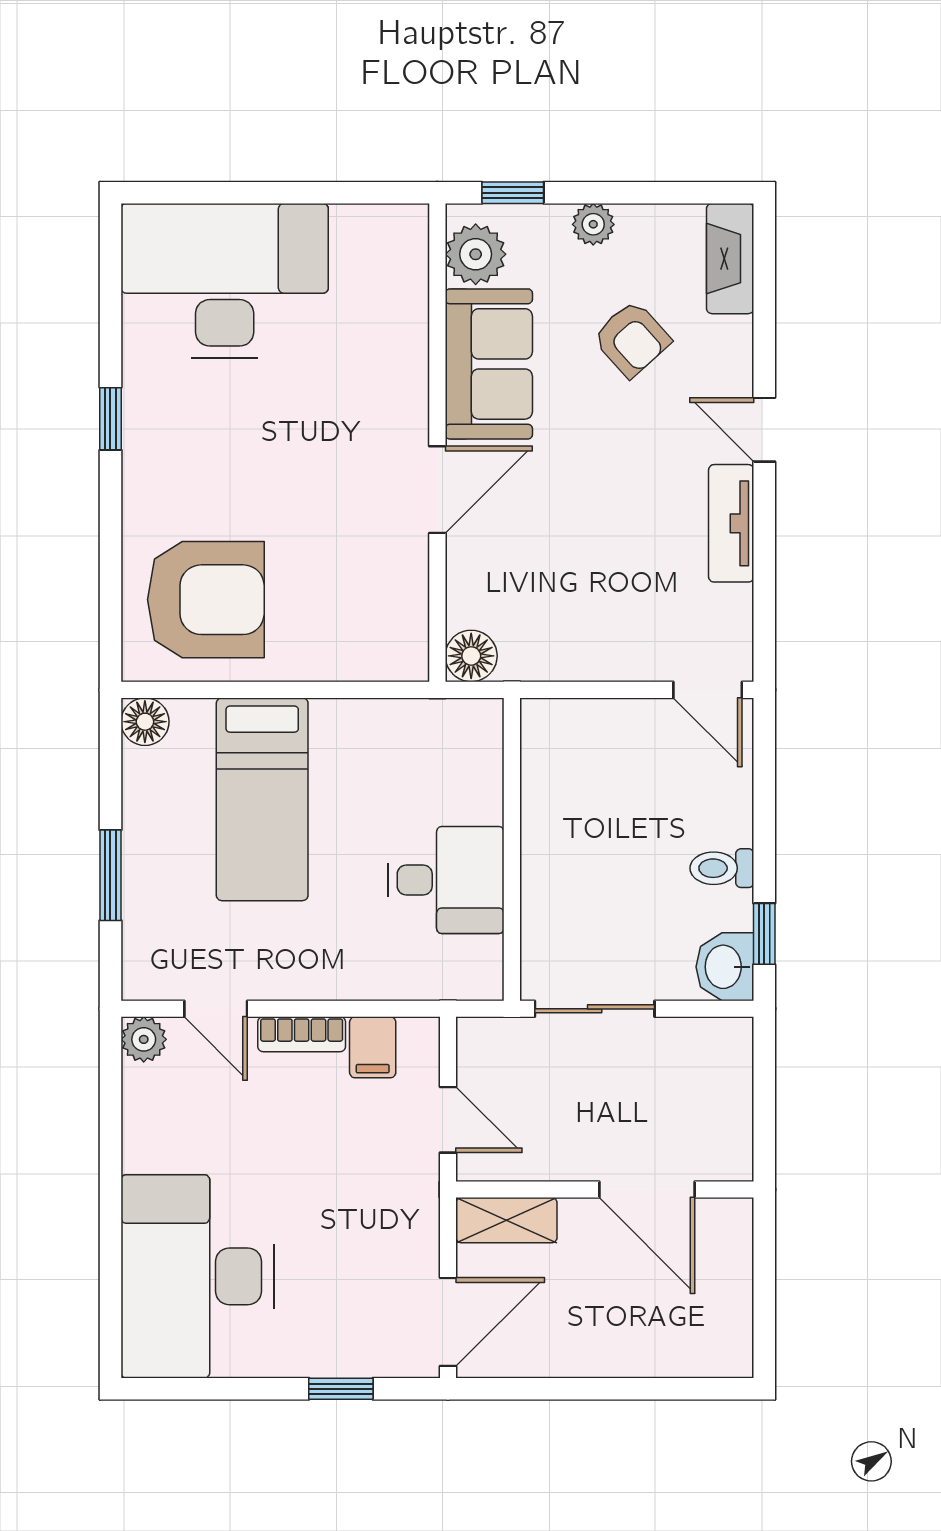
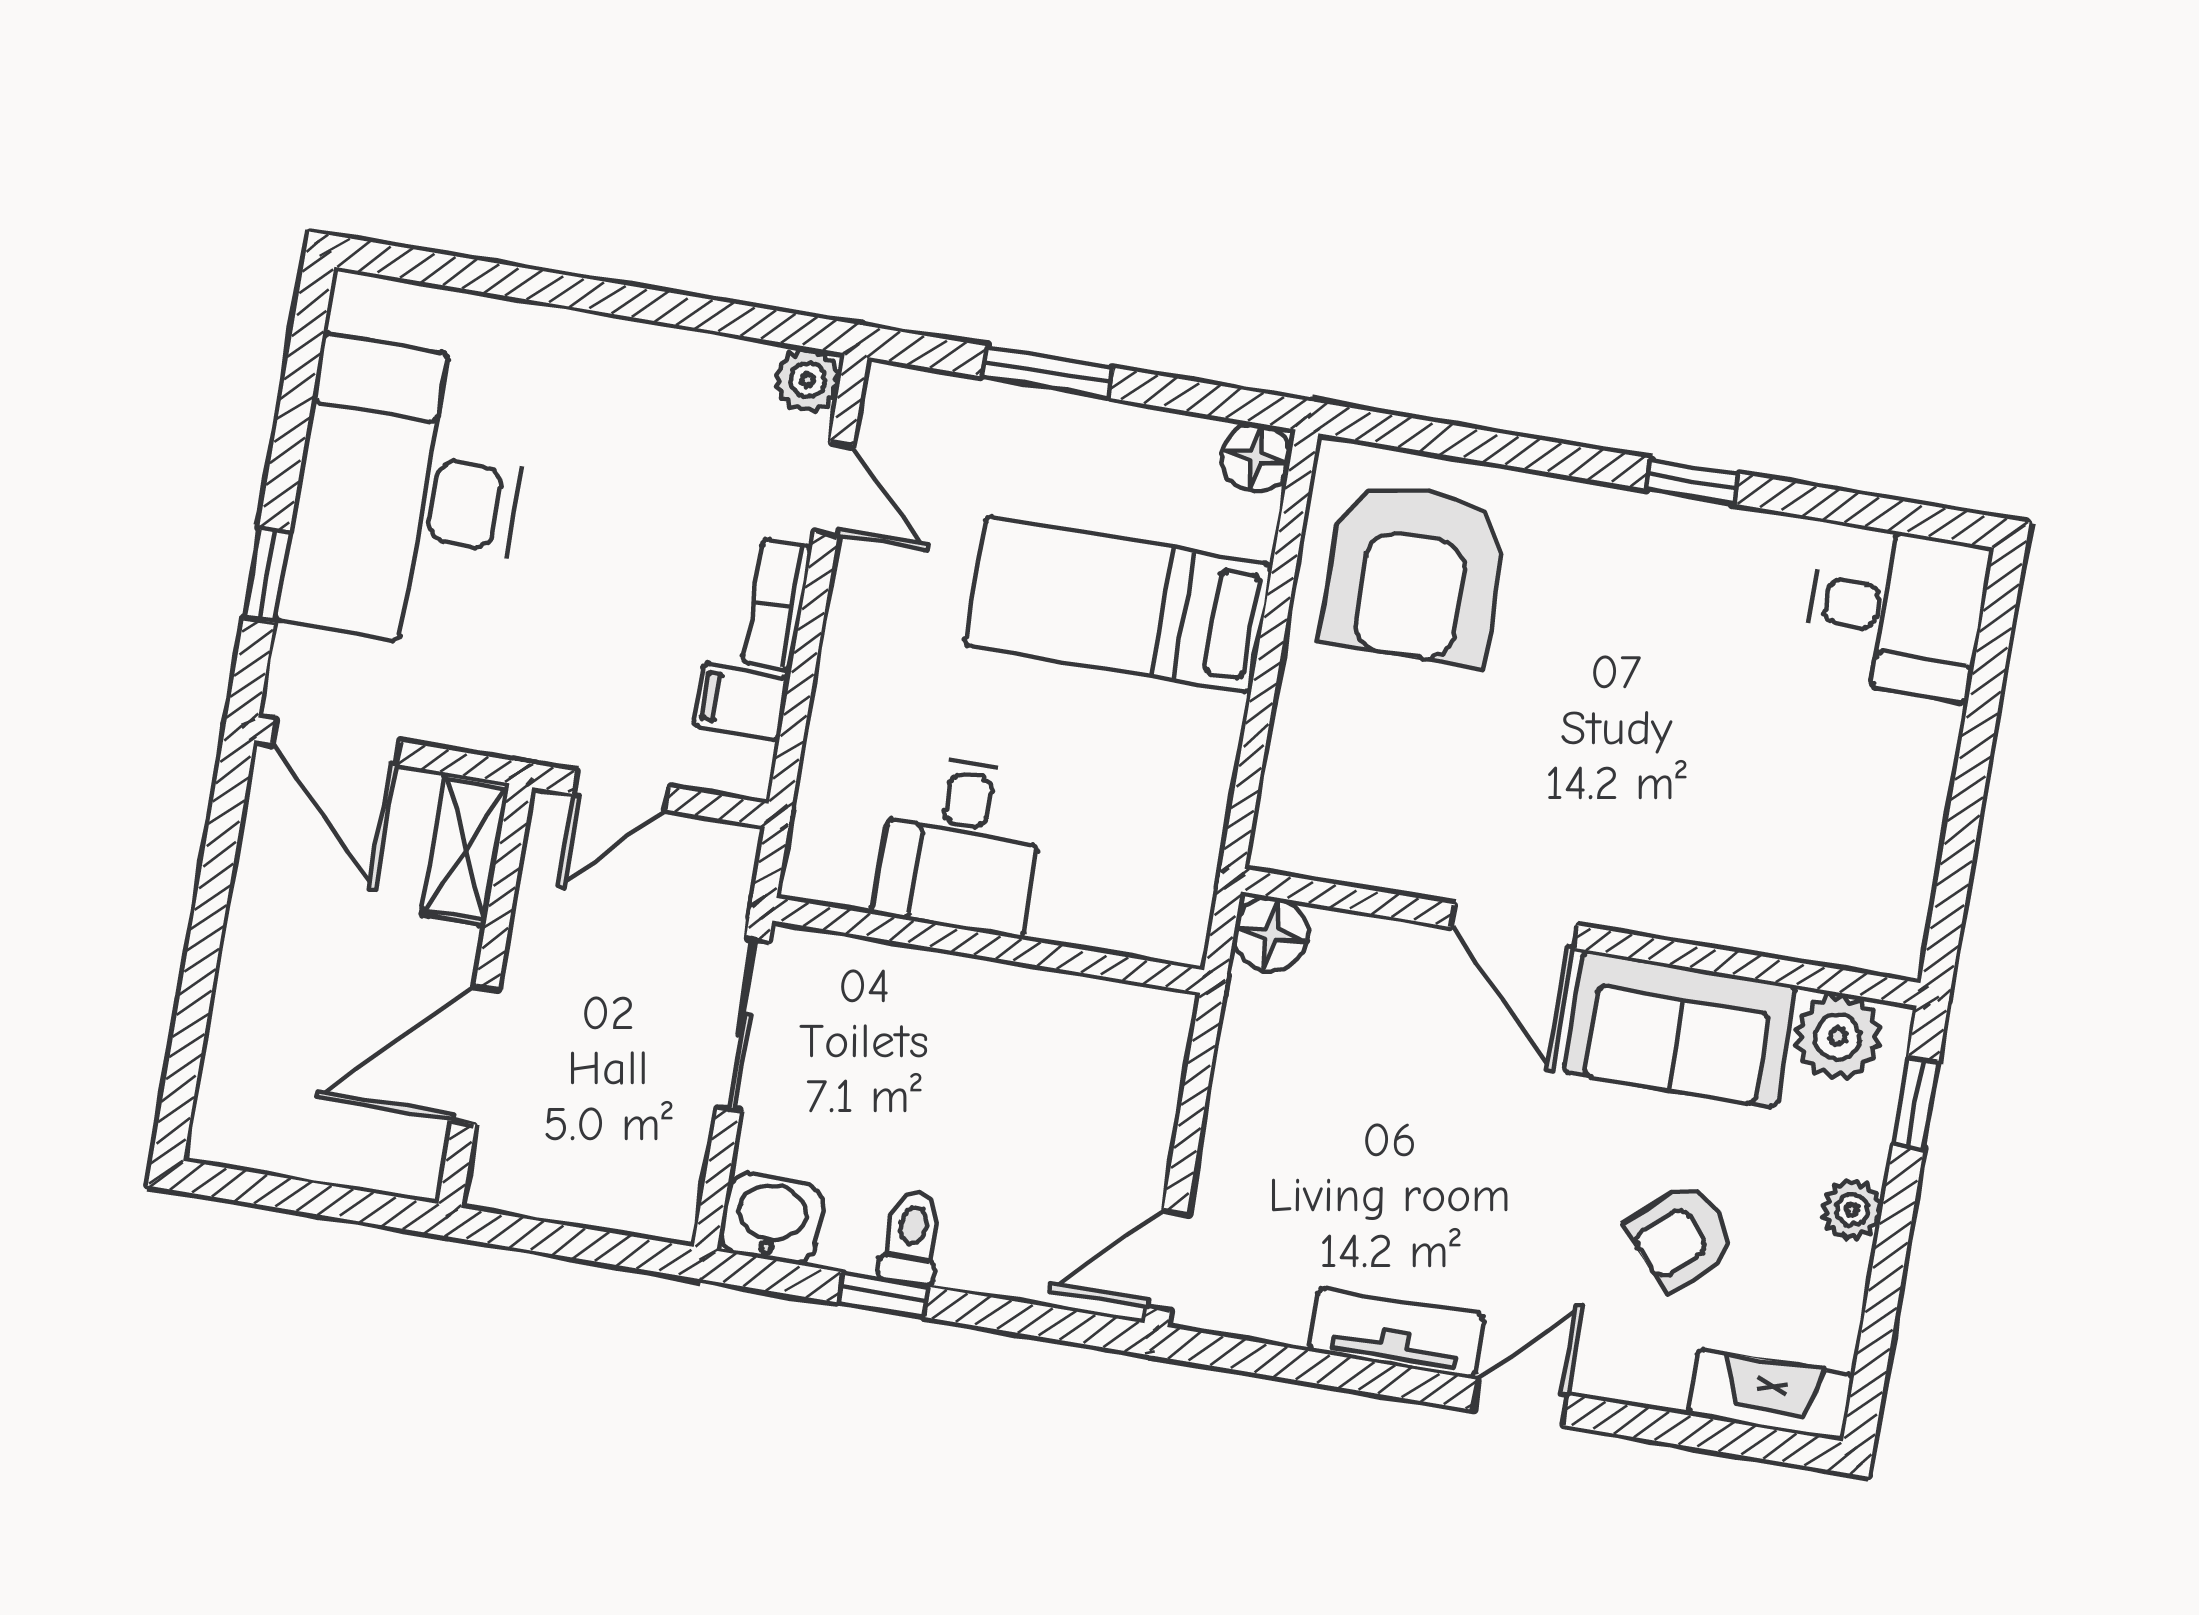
desk: (225, 281) -> (1897, 612), width x0.53, depth x0.77
window: (764, 934) -> (883, 1295), moved
door: (216, 1009) -> (834, 489), swing flipped
desk: (197, 1276) -> (407, 494), moved, turned -90

